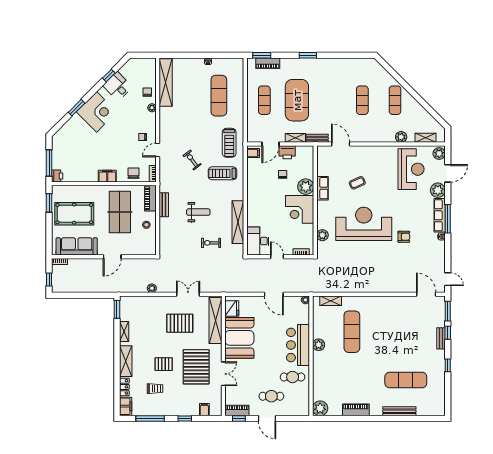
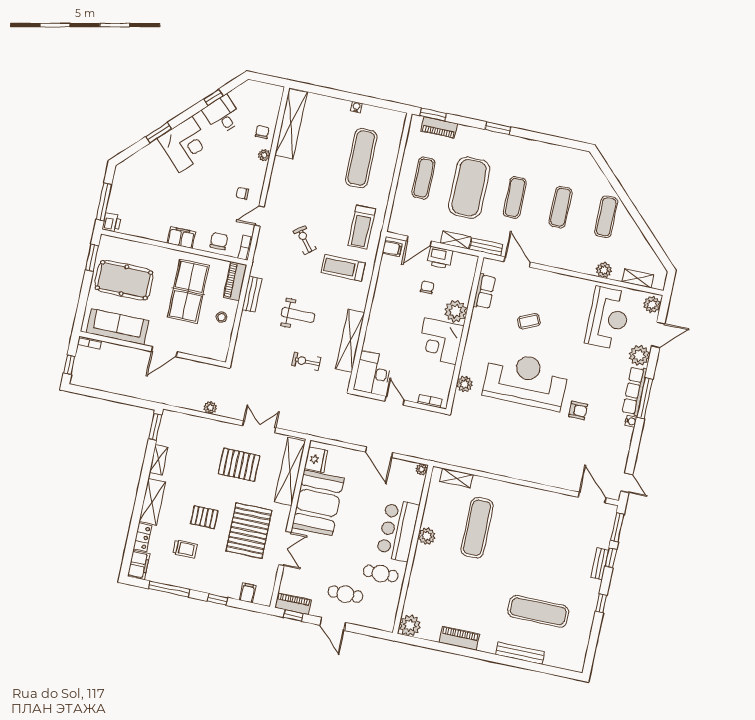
exercise mat: (330, 100) -> (515, 197), added
row of seats: (322, 188) -> (484, 291), moved

